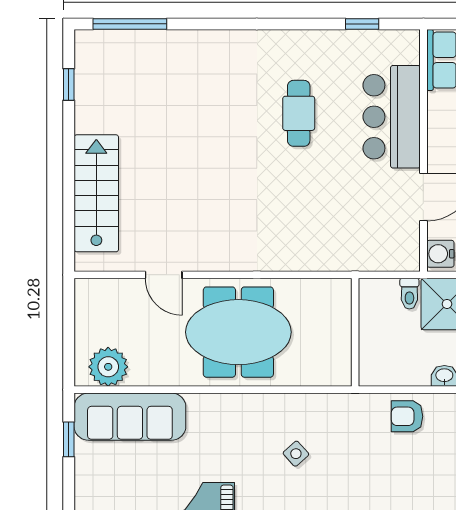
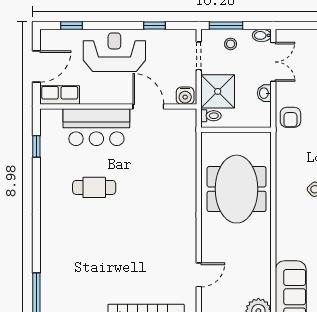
meeting table: (238, 332) -> (237, 189), moved
wall: (355, 332) -> (236, 130), moved

